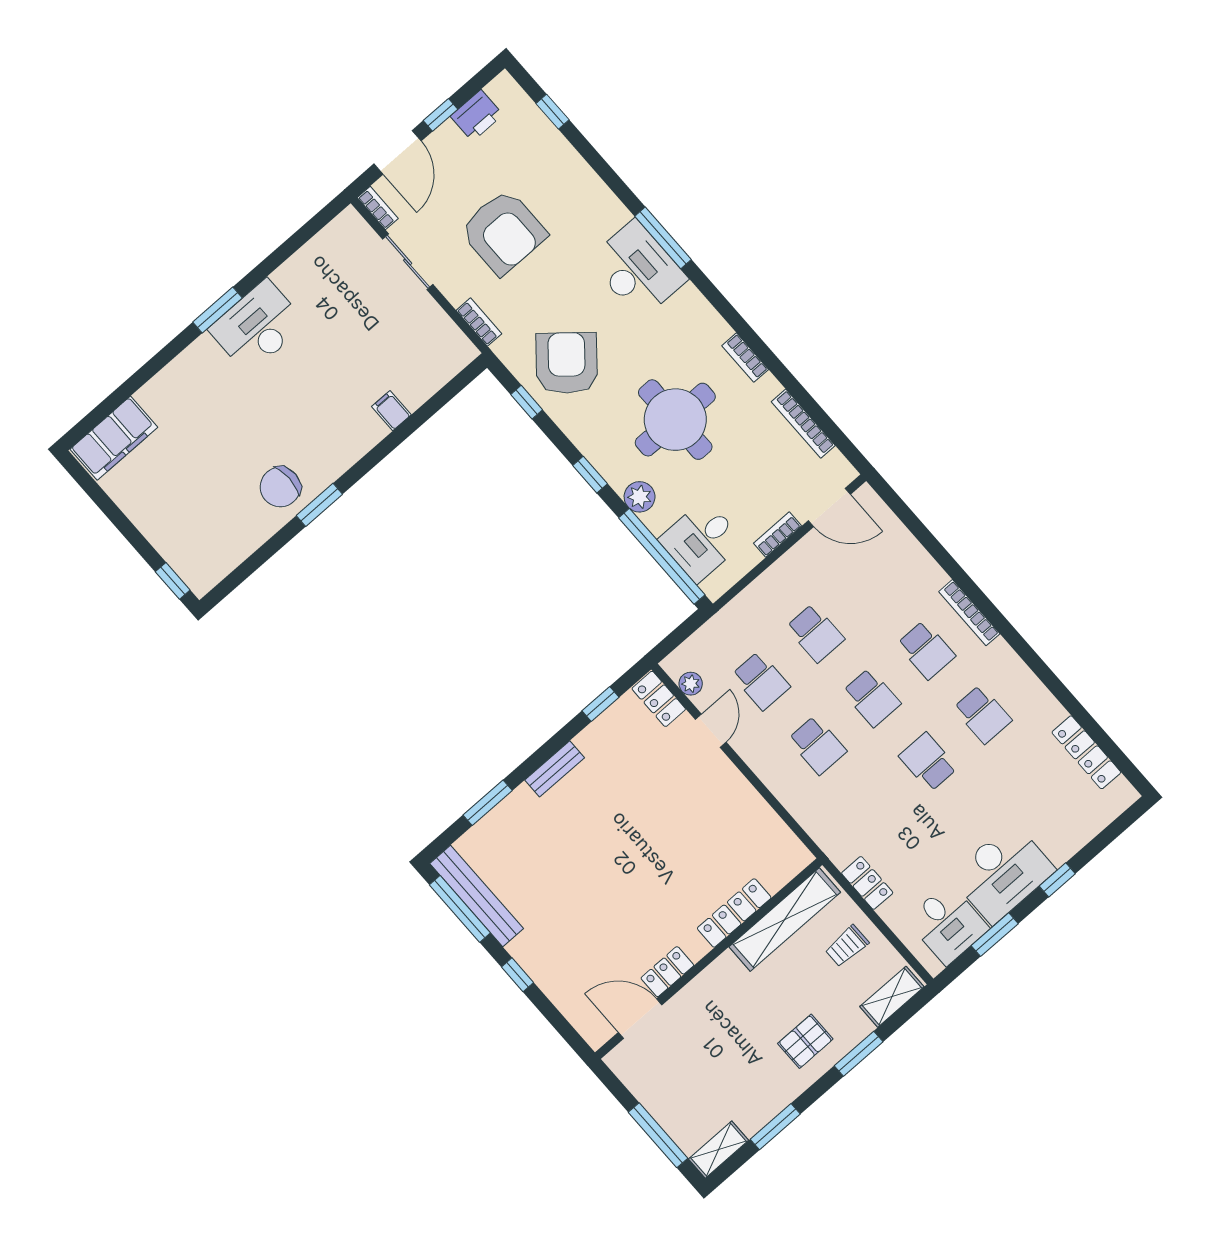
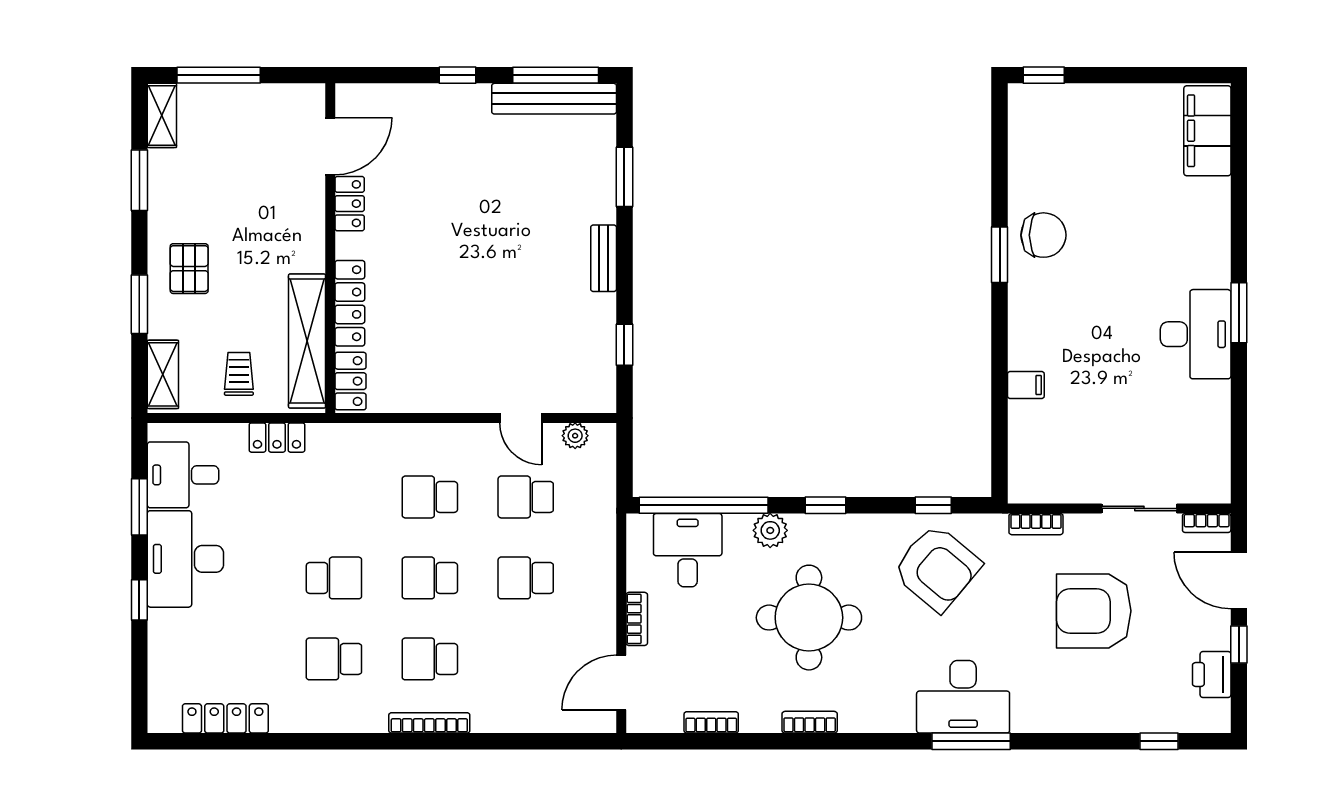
bookcase: (803, 424) -> (711, 722), width x0.64
chair: (280, 487) -> (1043, 235), turned 90
locker: (659, 699) -> (350, 381), moved, turned 90

